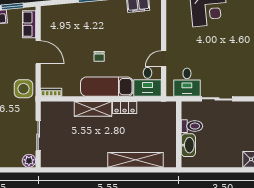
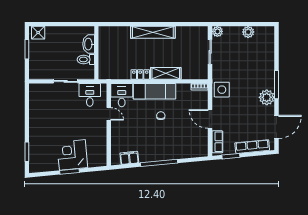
door: (164, 59) -> (109, 114), hinge flipped
shelving: (135, 160) -> (153, 32), moved

